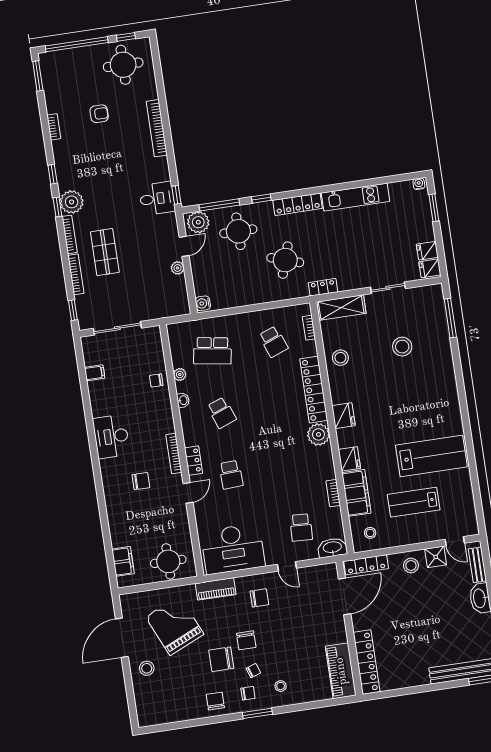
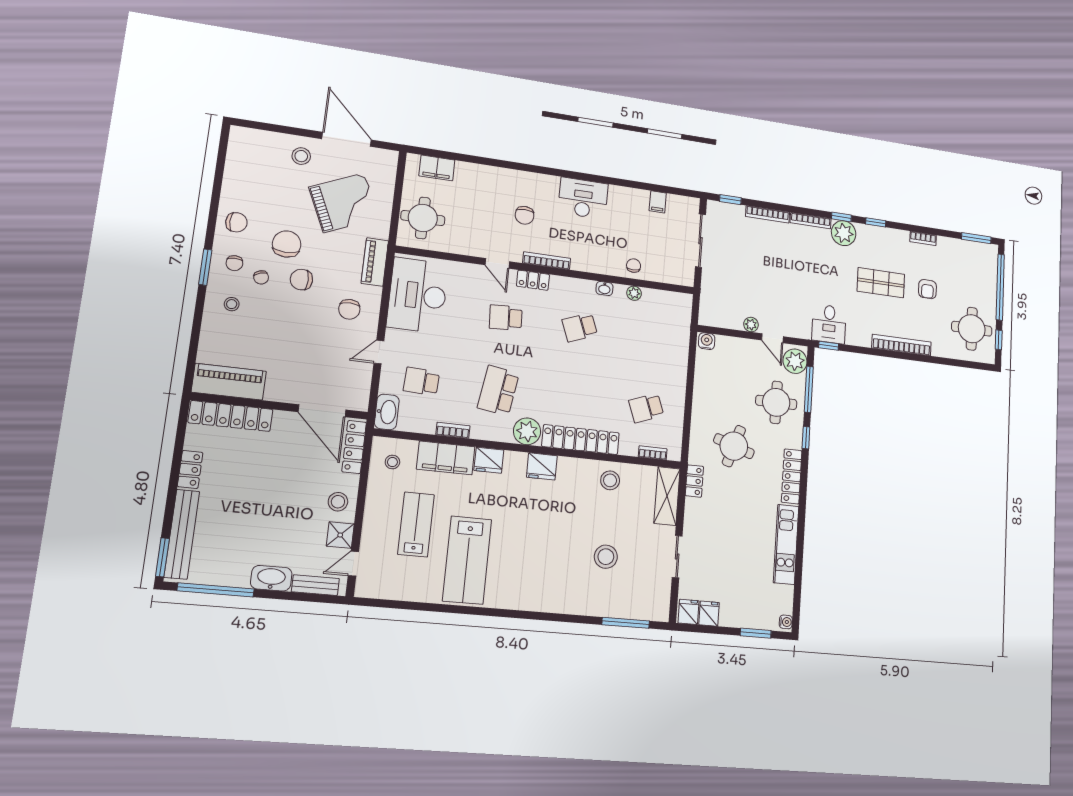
shop shelf: (105, 252) -> (881, 283), moved
school desk: (212, 351) -> (498, 391), moved
locker: (414, 679) -> (190, 469), added

